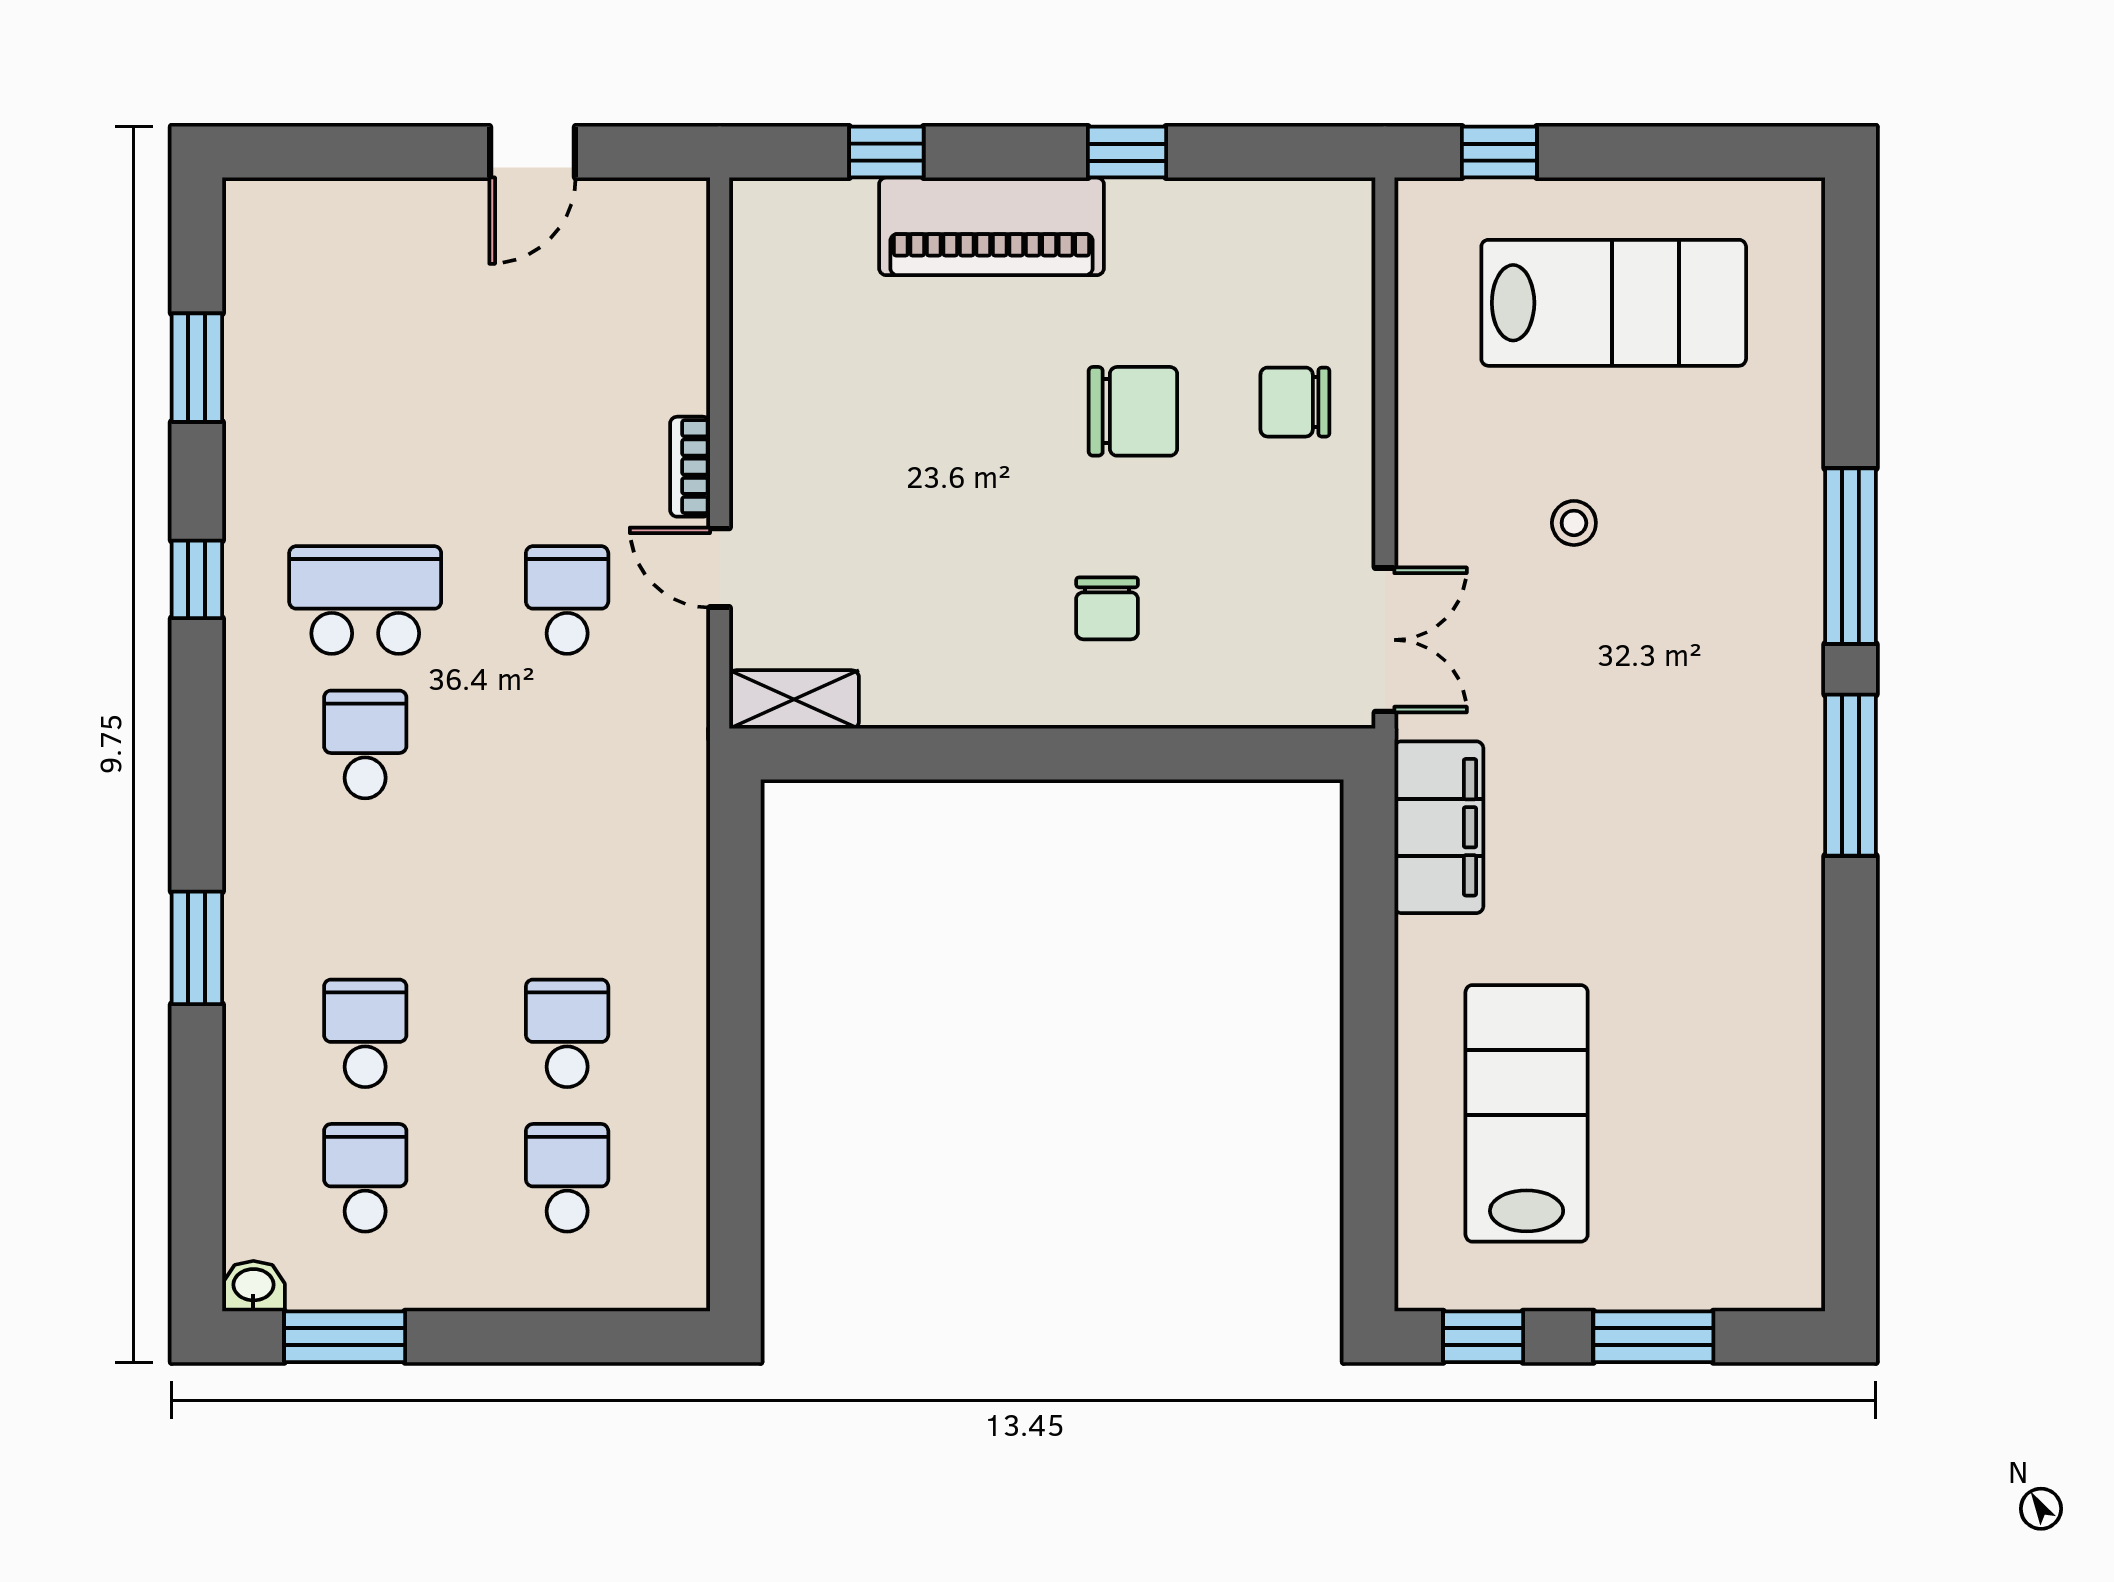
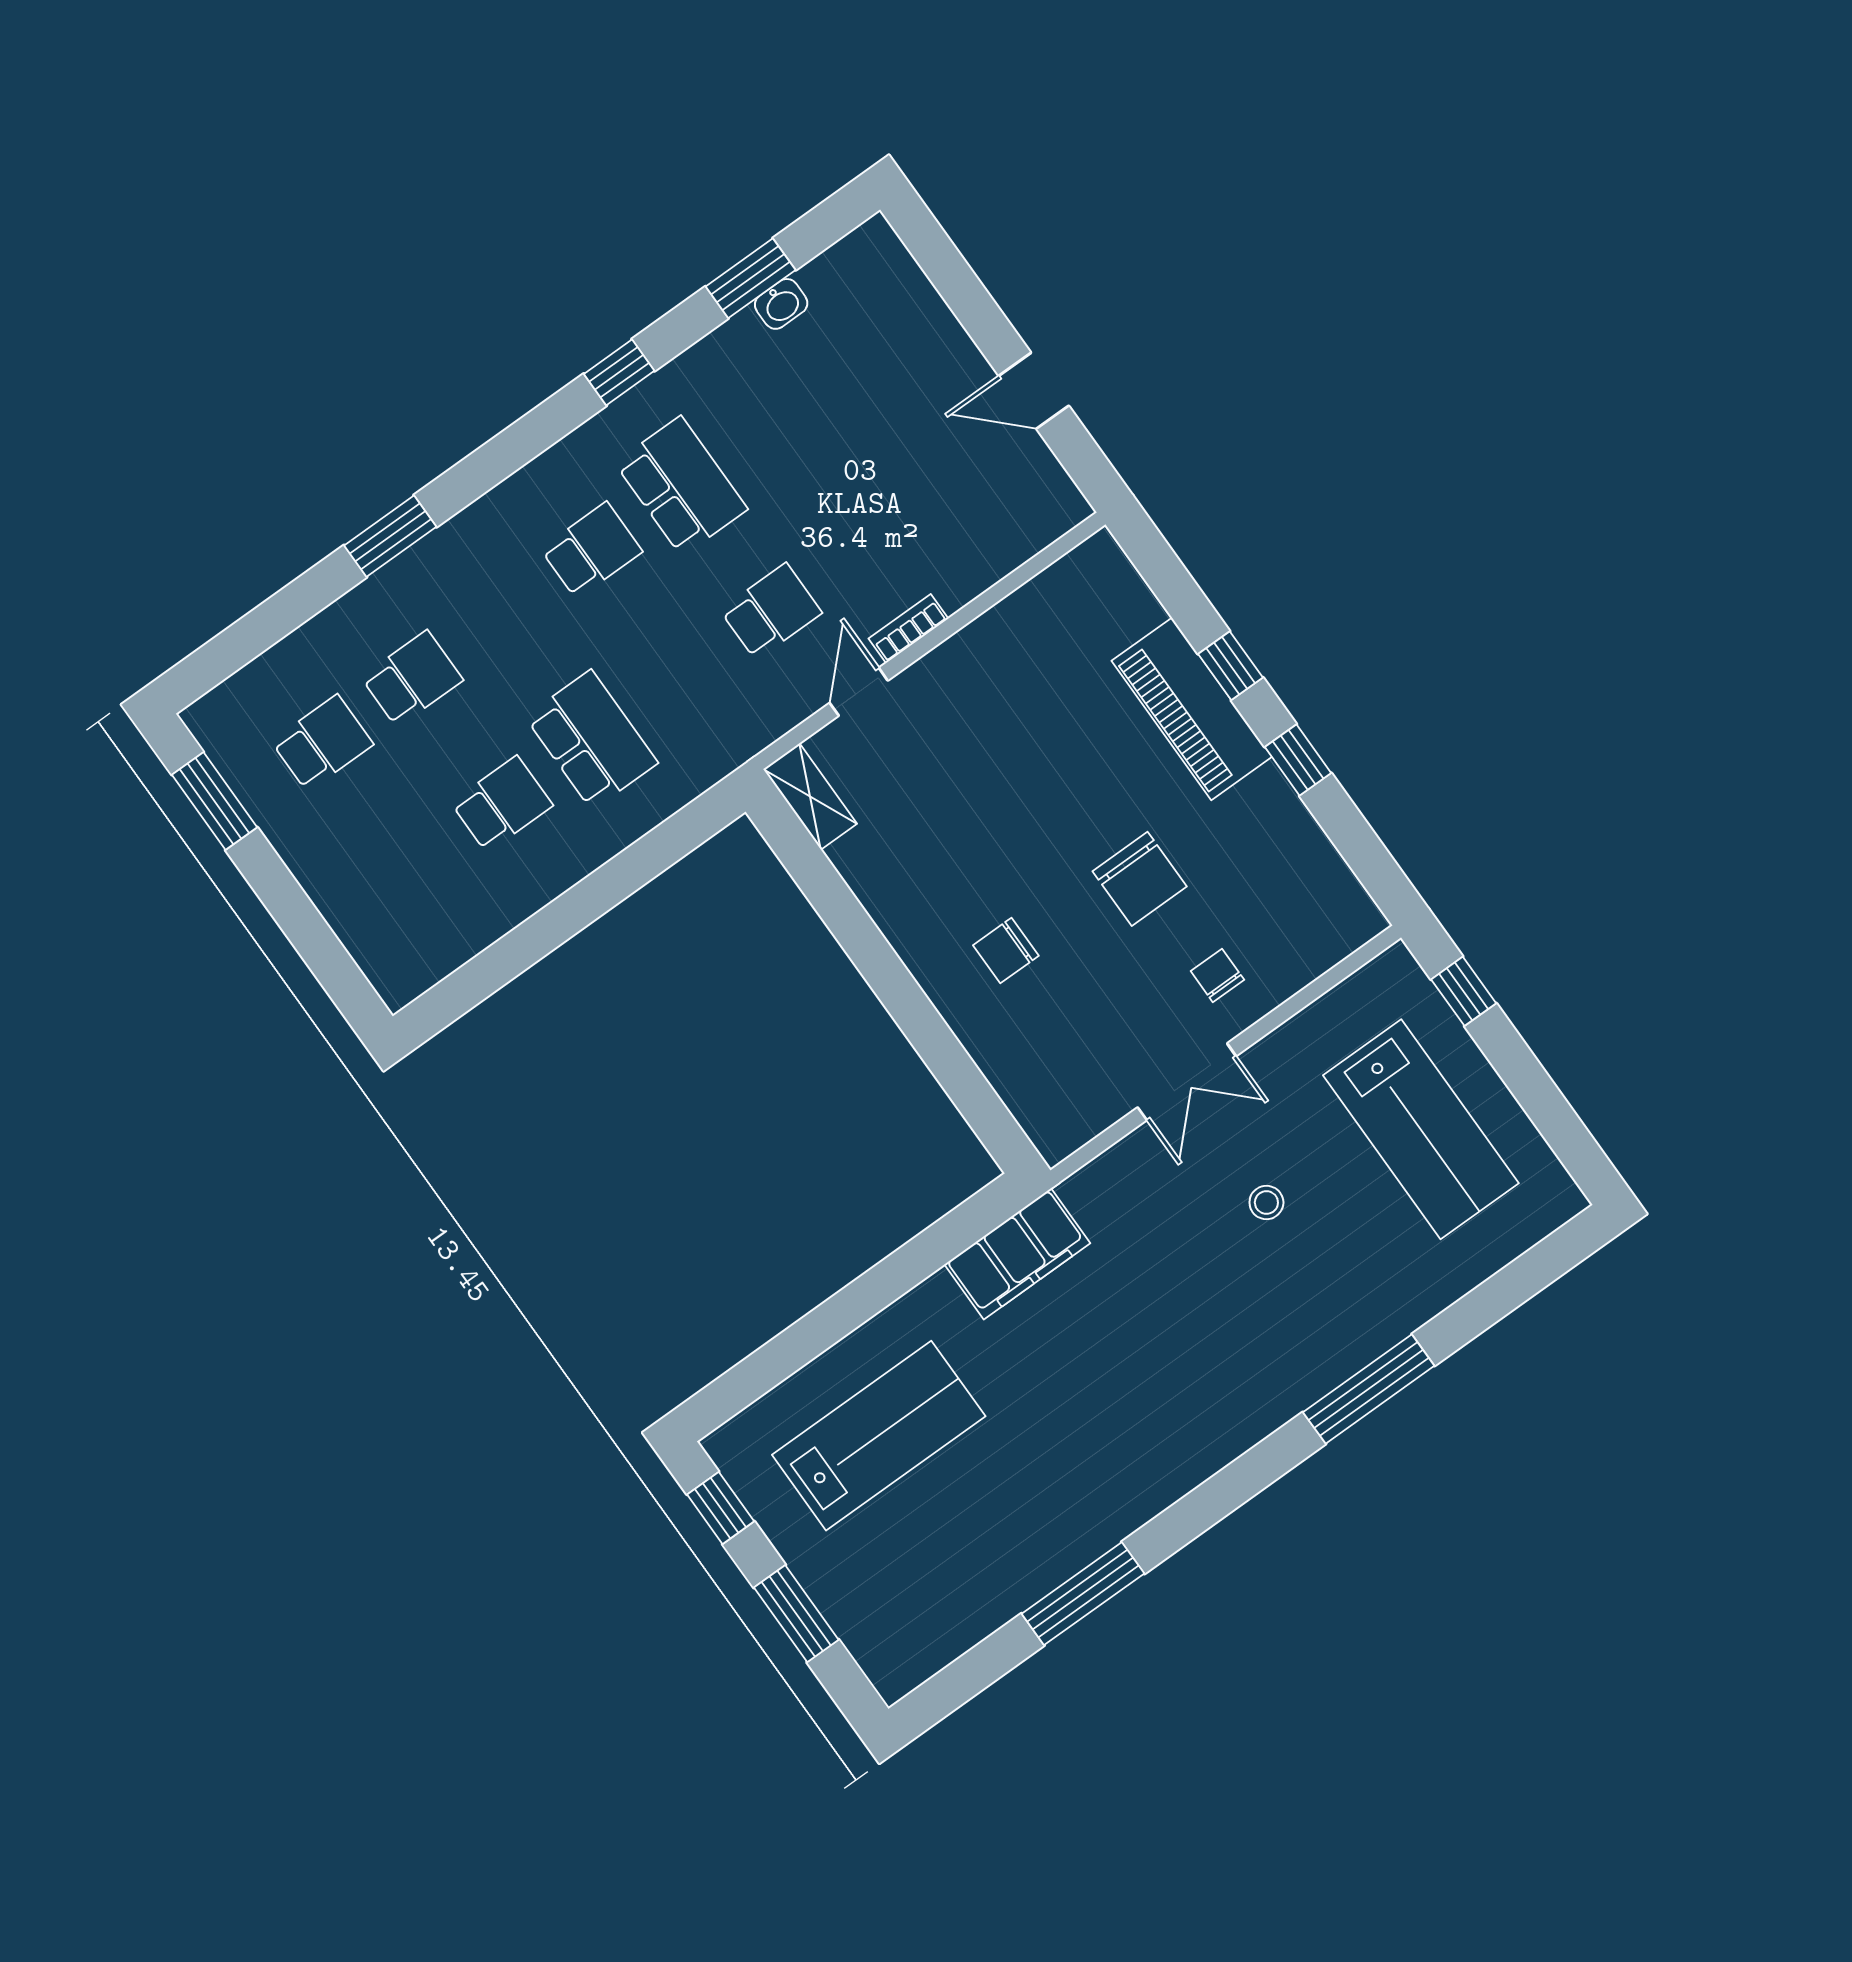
window: (886, 152) -> (1231, 666), moved
chair: (1295, 402) -> (1217, 975), width x0.73, depth x0.73
double door: (1385, 640) -> (1187, 1082), moved
window: (1850, 775) -> (1083, 1594), moved
school desk: (567, 1178) -> (591, 740), moved, width x1.85
washbasin: (253, 1286) -> (781, 304), moved, turned 90

